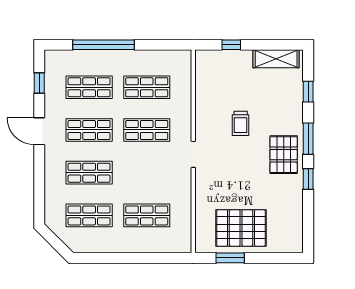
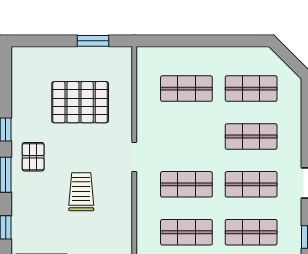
trolley: (241, 123) -> (81, 192), width x1.36, depth x1.39
pallet: (284, 155) -> (33, 157), width x0.67, depth x0.71
pallet: (241, 228) -> (80, 102), moved

